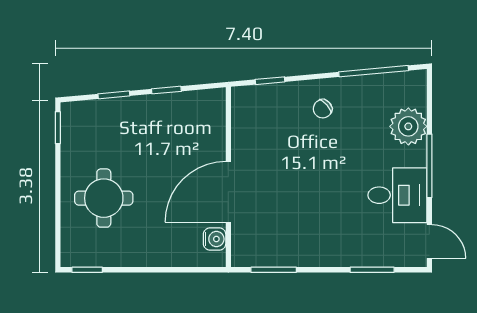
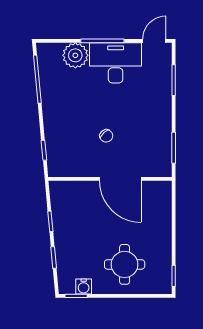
chair: (323, 109) -> (106, 136), moved
desk: (397, 195) -> (116, 63), width x1.37
water cooler: (215, 239) -> (84, 287), moved, turned 180

